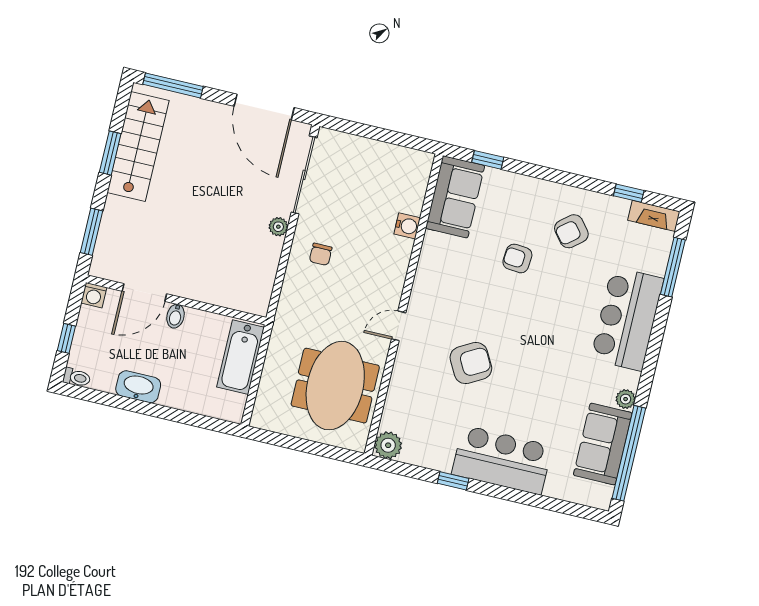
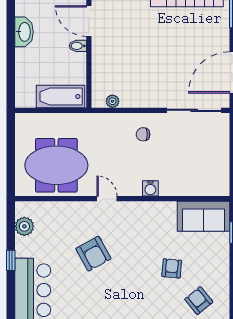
water cooler: (407, 226) -> (150, 188), moved
plant: (278, 227) -> (112, 101), moved
plant: (388, 445) -> (24, 226), moved

